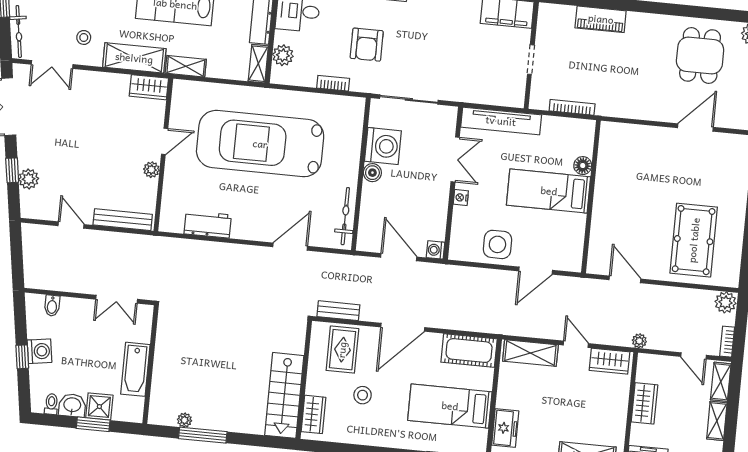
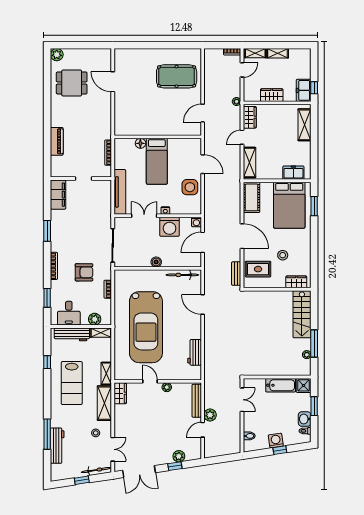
washing machine: (383, 146) -> (170, 227), moved, turned 180
plant: (726, 302) -> (210, 415), moved
stairs: (284, 395) -> (302, 314), moved, turned 90
bed: (450, 406) -> (289, 205), width x1.50
shower: (99, 407) -> (304, 385), moved

